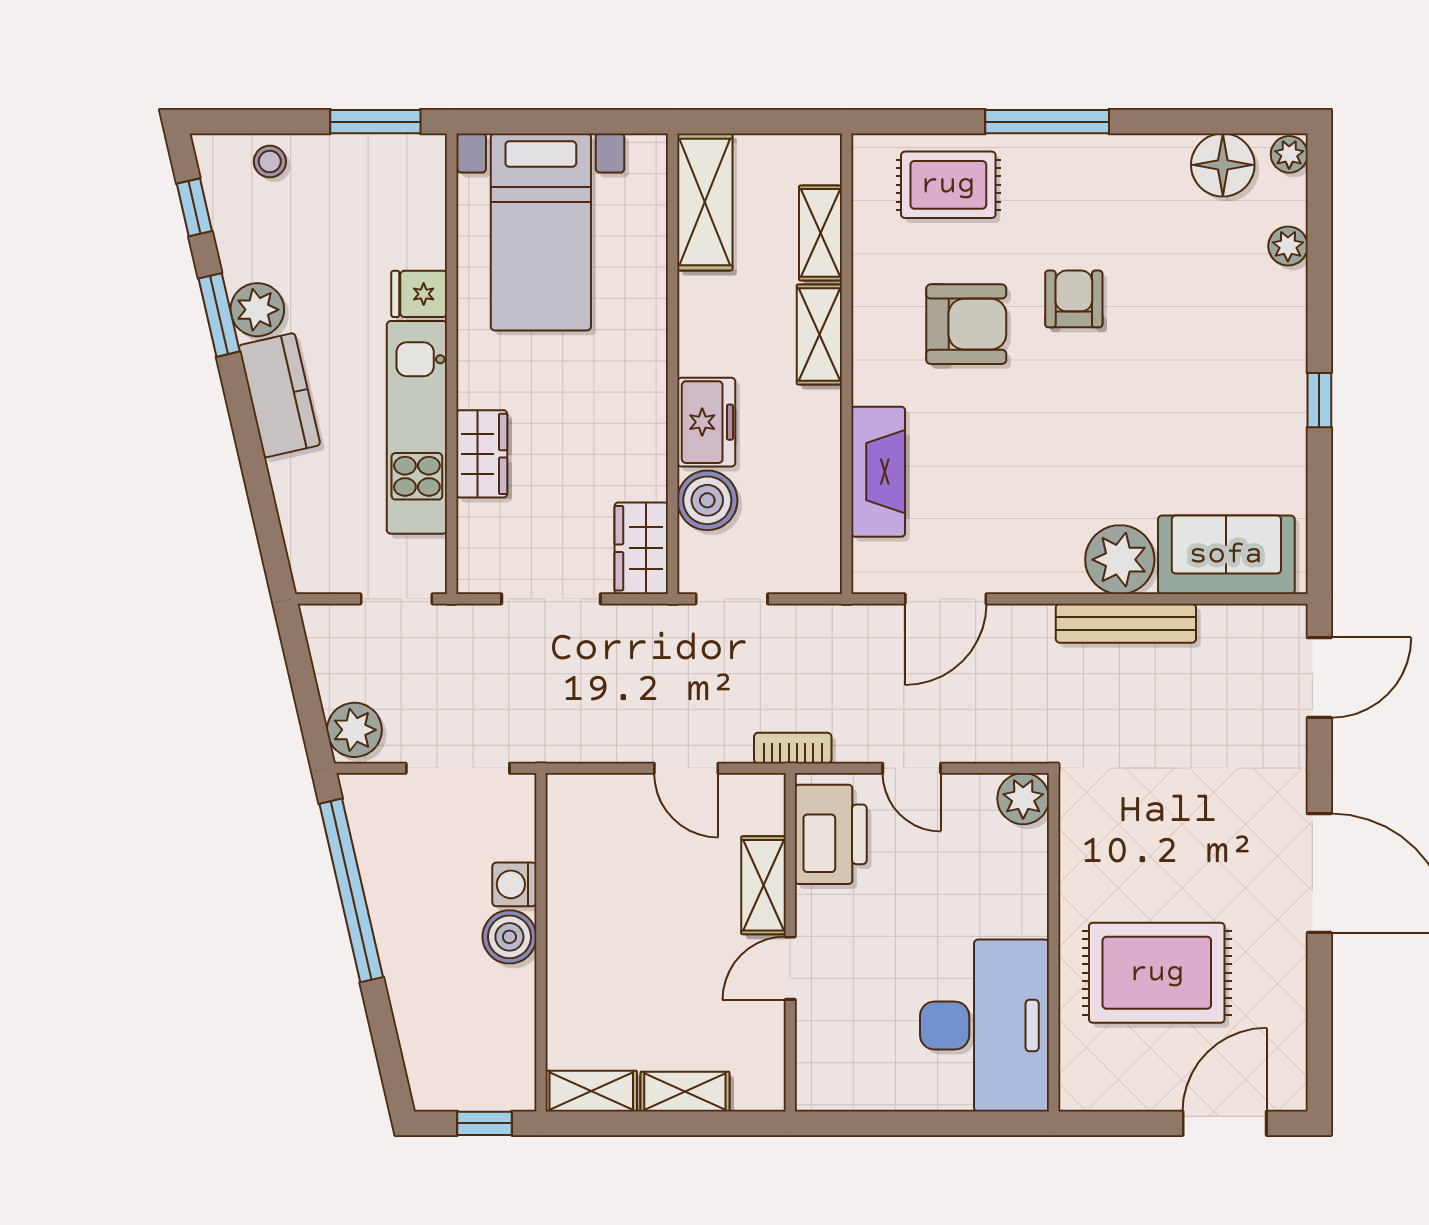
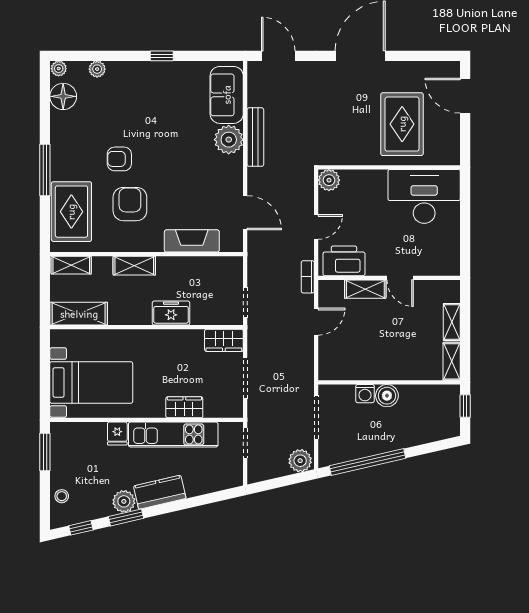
rug: (948, 185) -> (71, 212), width x1.36, depth x1.43
shelving: (821, 233) -> (71, 265), moved
boiler: (707, 500) -> (204, 313), removed

